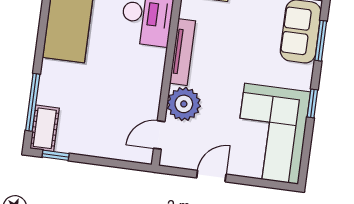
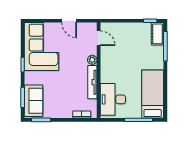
plant: (184, 104) -> (92, 60), width x0.53, depth x0.53
door: (159, 135) -> (99, 38), hinge flipped
door: (211, 176) -> (69, 21), hinge flipped

